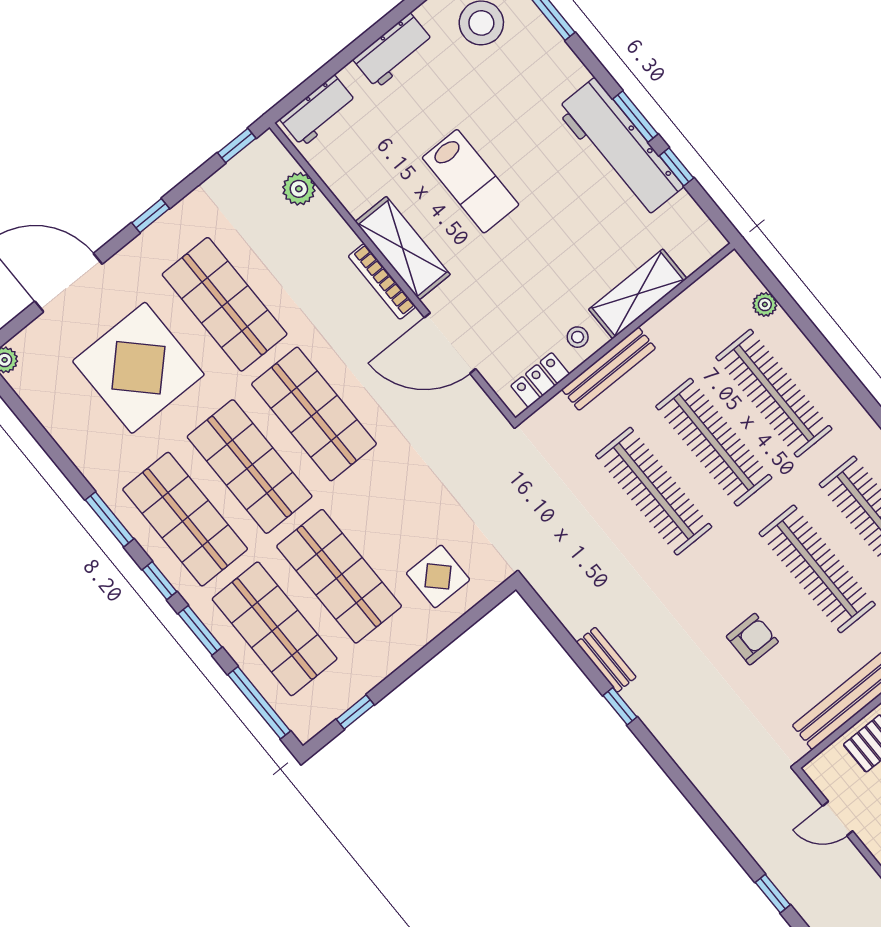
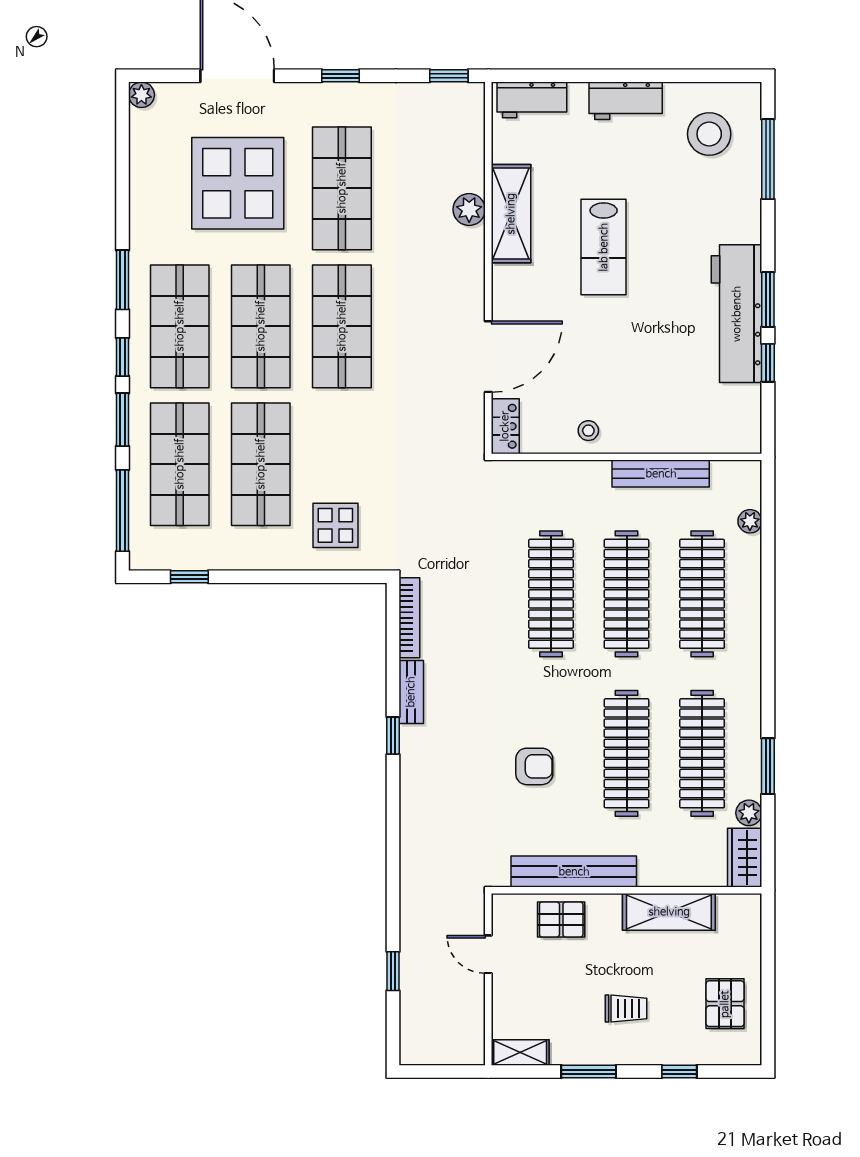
plant: (299, 189) -> (469, 209), moved
shelving: (403, 248) -> (511, 214), moved
bookcase: (382, 281) -> (409, 618), moved, turned 180
shelving: (638, 294) -> (660, 435), removed
door: (450, 343) -> (488, 357), swing flipped
bench: (609, 369) -> (661, 474), moved
locker: (540, 380) -> (505, 426), moved, turned 90

